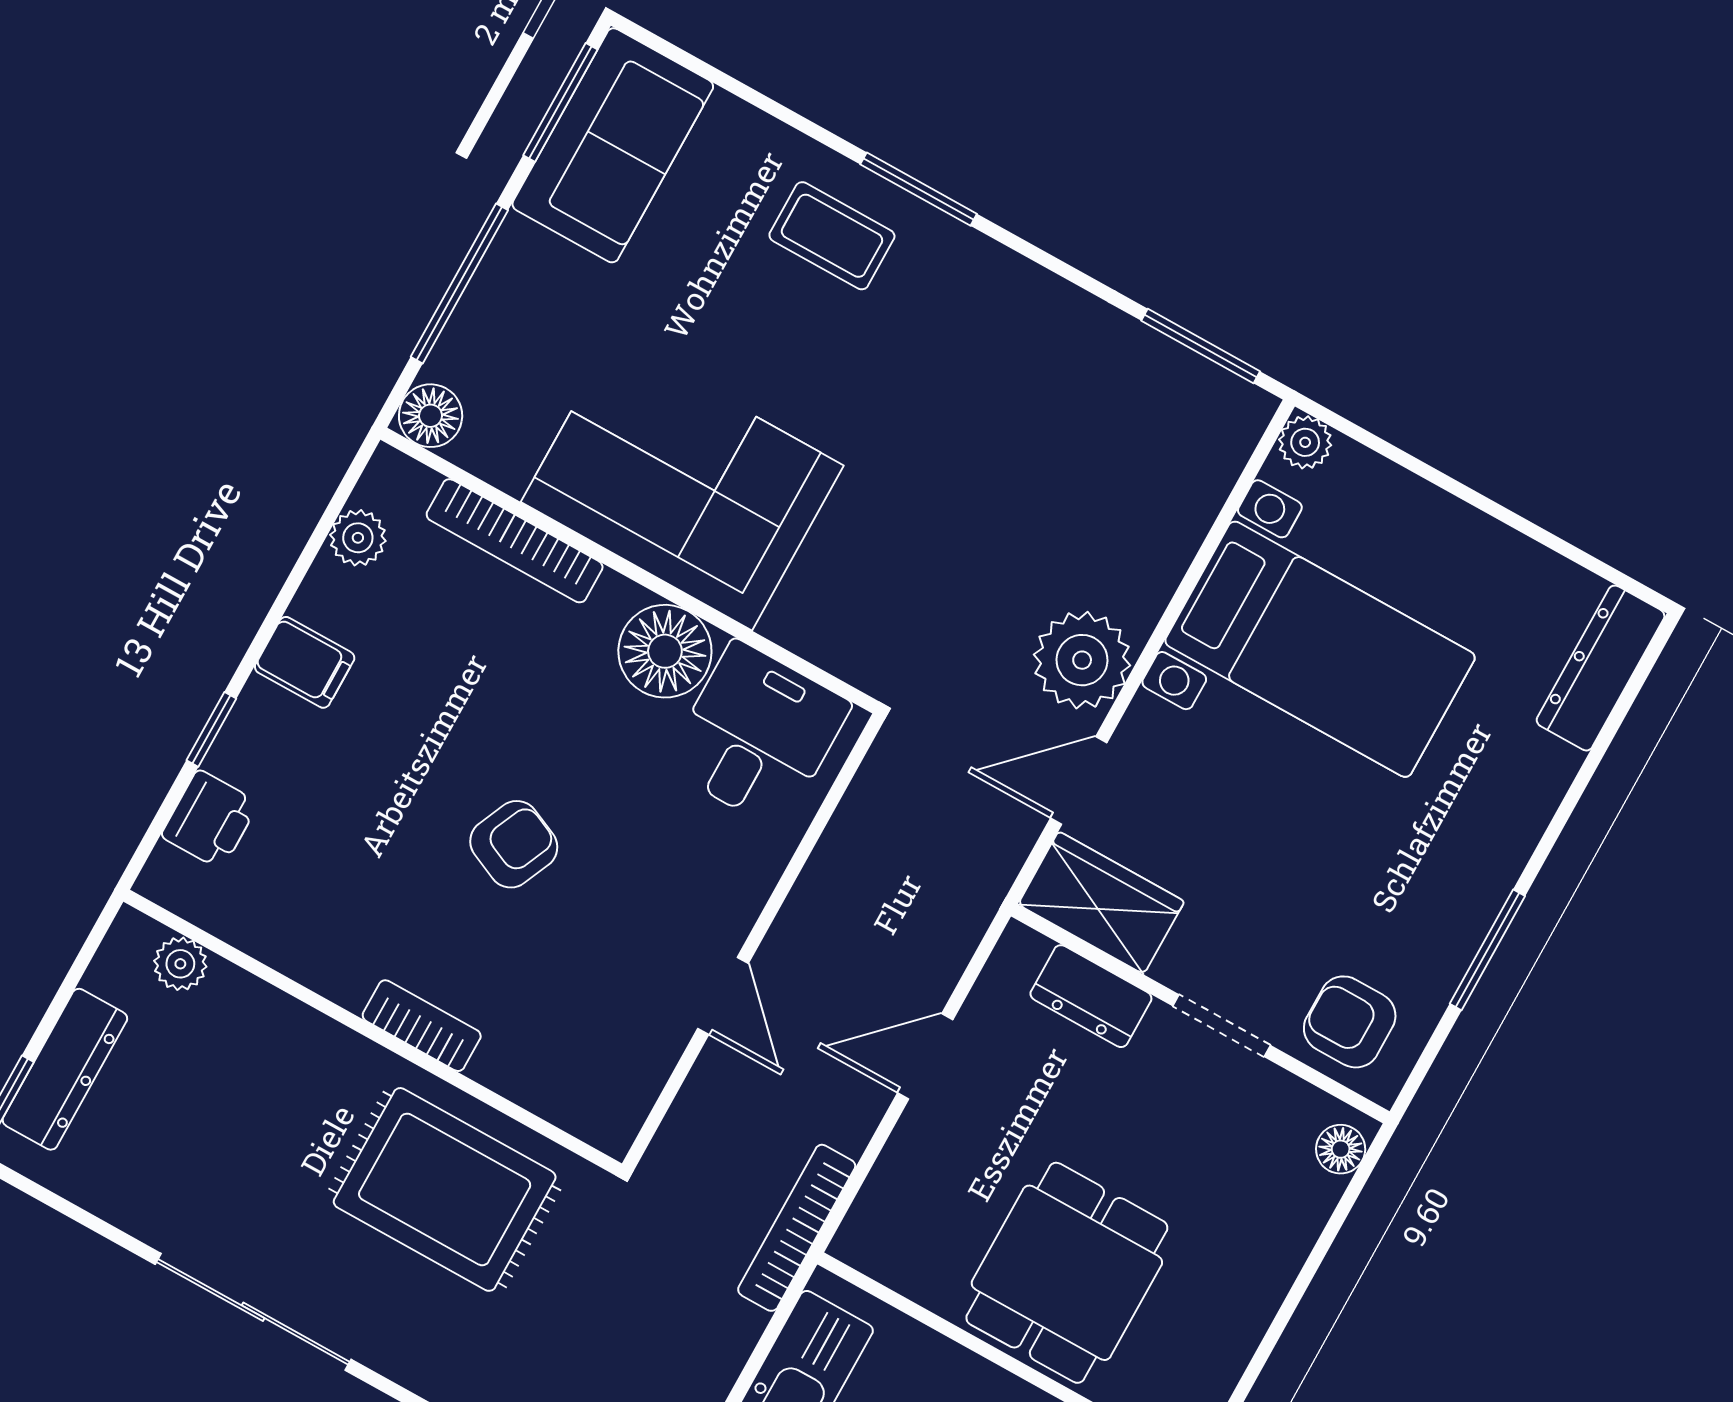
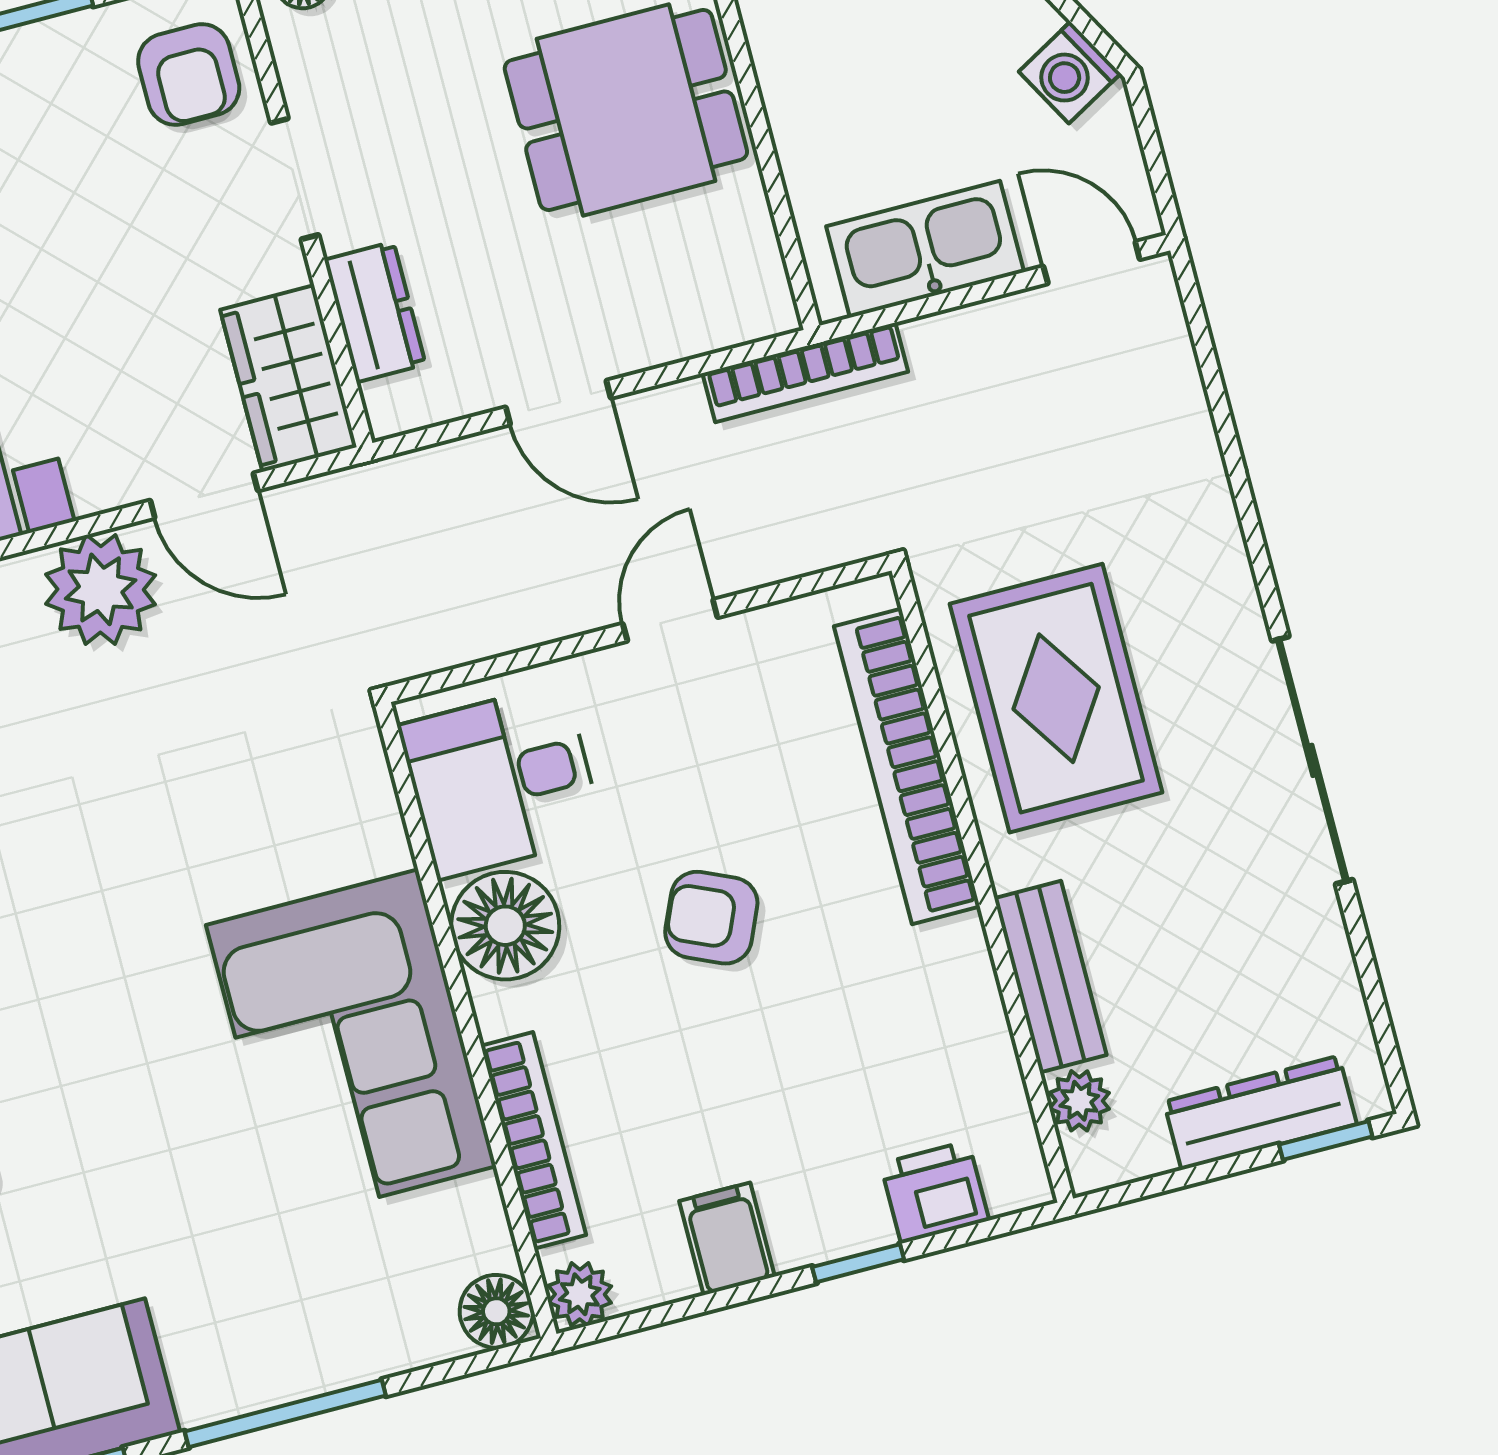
floor lamp: (431, 416) -> (496, 1311), moved
corner sofa: (682, 484) -> (351, 1046), moved
bookcase: (515, 541) -> (534, 1140), moved
wall: (630, 571) -> (466, 1020), moved
floor lamp: (665, 651) -> (505, 926), moved
desk: (757, 735) -> (501, 781), moved
bench: (275, 1020) -> (1050, 977), added
bookcase: (422, 1026) -> (907, 766), width x2.31, depth x1.31

